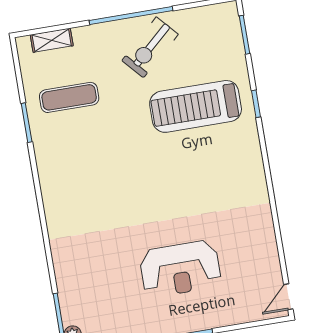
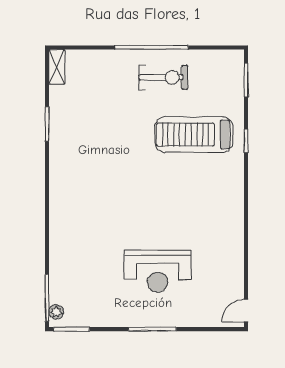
shelving: (52, 40) -> (57, 67), moved, turned 90
exercise bike: (150, 47) -> (163, 77), turned -138
exercise mat: (69, 97) -> (87, 109), removed

